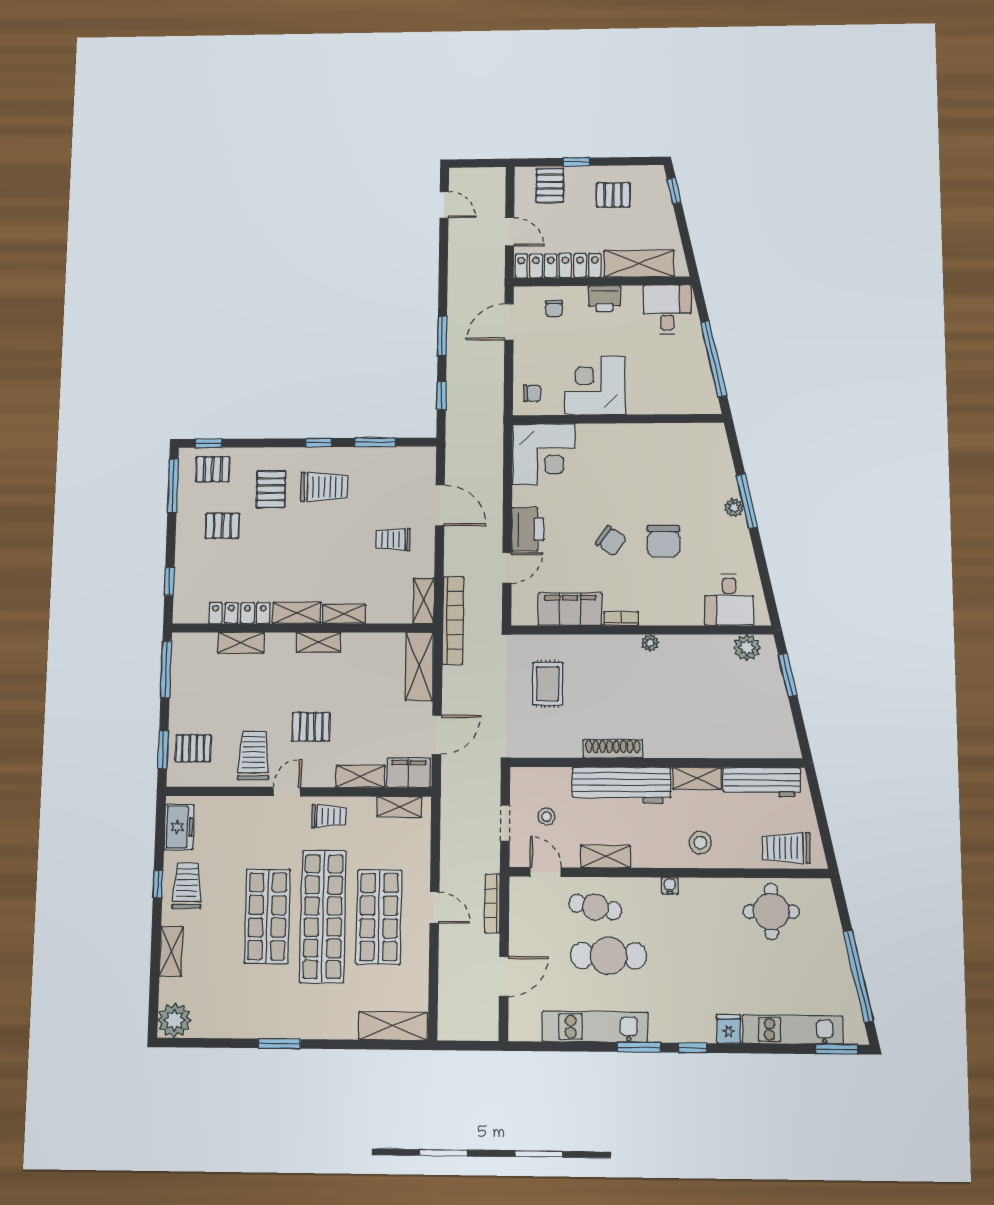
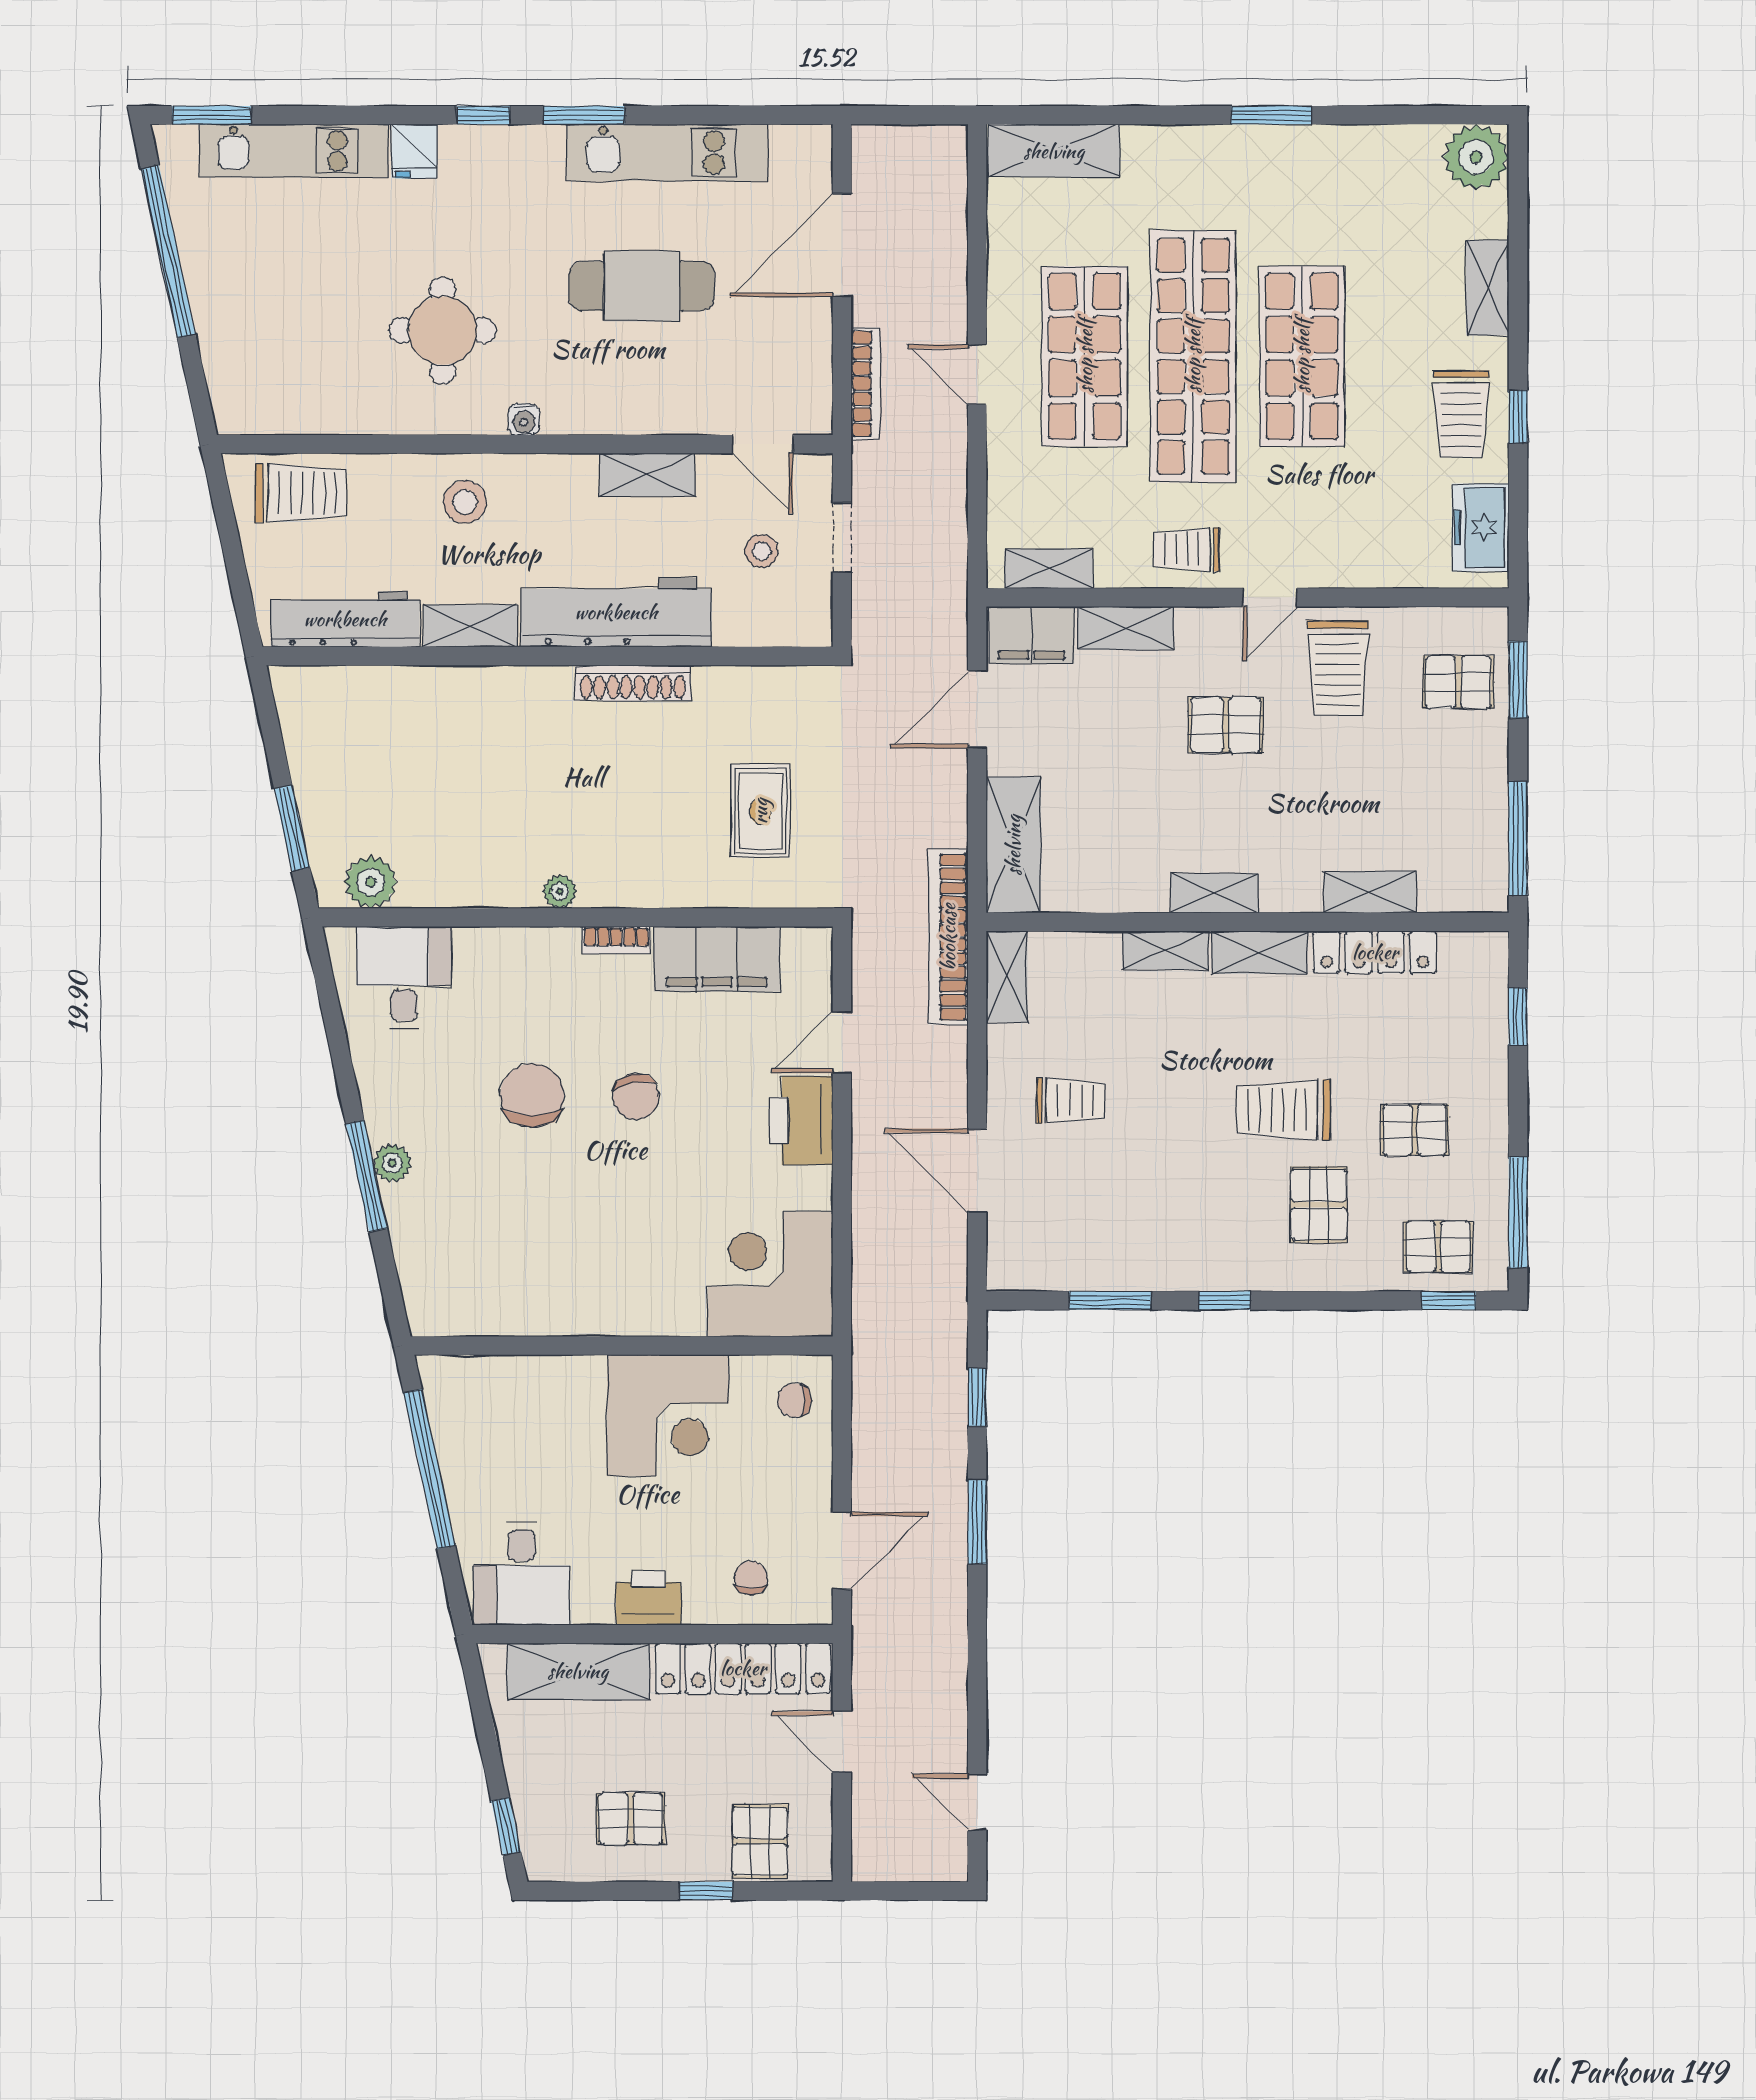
trolley: (324, 487) -> (1284, 1110), moved
chair: (611, 541) -> (636, 1097), turned -137
cafe table: (595, 907) -> (667, 378), removed
round table: (771, 912) -> (443, 331), moved
door: (504, 976) -> (842, 245), width x1.36

